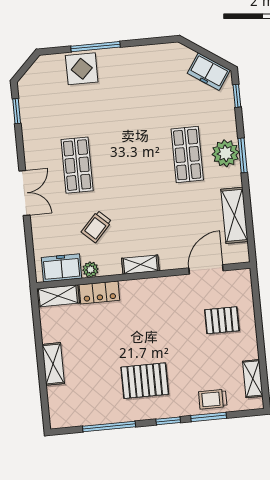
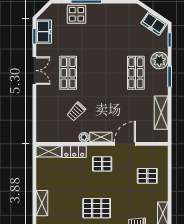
plant: (226, 153) -> (159, 60), moved
double door: (24, 193) -> (34, 71), moved
freezer: (62, 268) -> (44, 32), moved, turned 90
door: (206, 269) -> (125, 144), moved
plant: (90, 270) -> (84, 137), moved
pallet: (147, 308) -> (102, 164), added
shelving: (53, 364) -> (42, 203), moved

